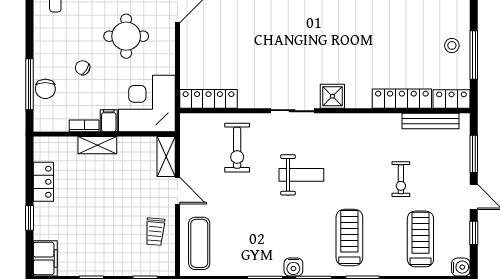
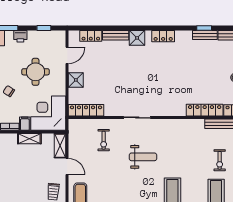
shower: (332, 96) -> (76, 80), moved
shelving: (97, 145) -> (29, 139), moved
exercise bike: (237, 148) -> (104, 140), width x0.73, depth x0.72
exercise bike: (401, 179) -> (220, 160), moved

